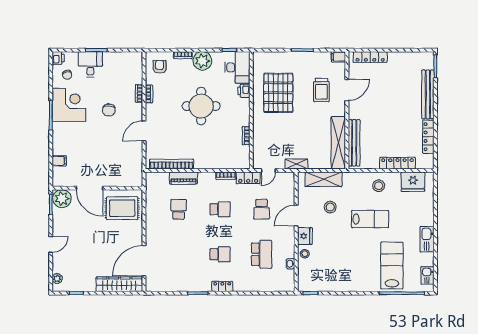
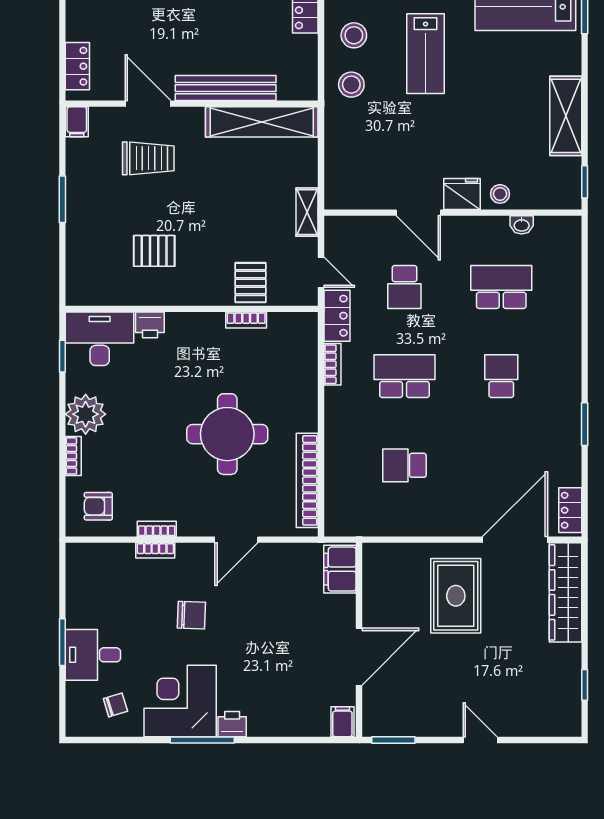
locker: (370, 57) -> (77, 66), width x0.66
printer: (58, 58) -> (232, 724), moved
pallet: (278, 93) -> (154, 251), width x0.49, depth x0.50
round table: (201, 106) -> (227, 434), moved
door: (144, 131) -> (236, 540), hinge flipped
pallet: (264, 138) -> (250, 283), added
bench: (354, 143) -> (226, 88), moved
filing cabinet: (59, 161) -> (342, 722), moved
piano: (183, 178) -> (337, 455), removed
filing cabinet: (130, 179) -> (340, 569), added
shelving: (324, 179) -> (566, 116), moved
plant: (62, 199) -> (382, 716), removed
stool: (330, 207) -> (351, 85), moved
rug: (122, 208) -> (456, 596), moved
school desk: (220, 209) -> (404, 376), width x1.85
school desk: (262, 209) -> (404, 287), turned 90
lab bench: (370, 219) -> (425, 54), turned 180
door: (144, 261) -> (515, 540), swing flipped
plant: (57, 279) -> (553, 726), removed
locker: (222, 286) -> (570, 510), moved

